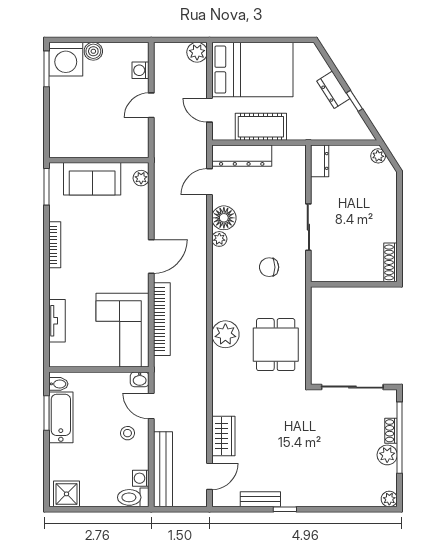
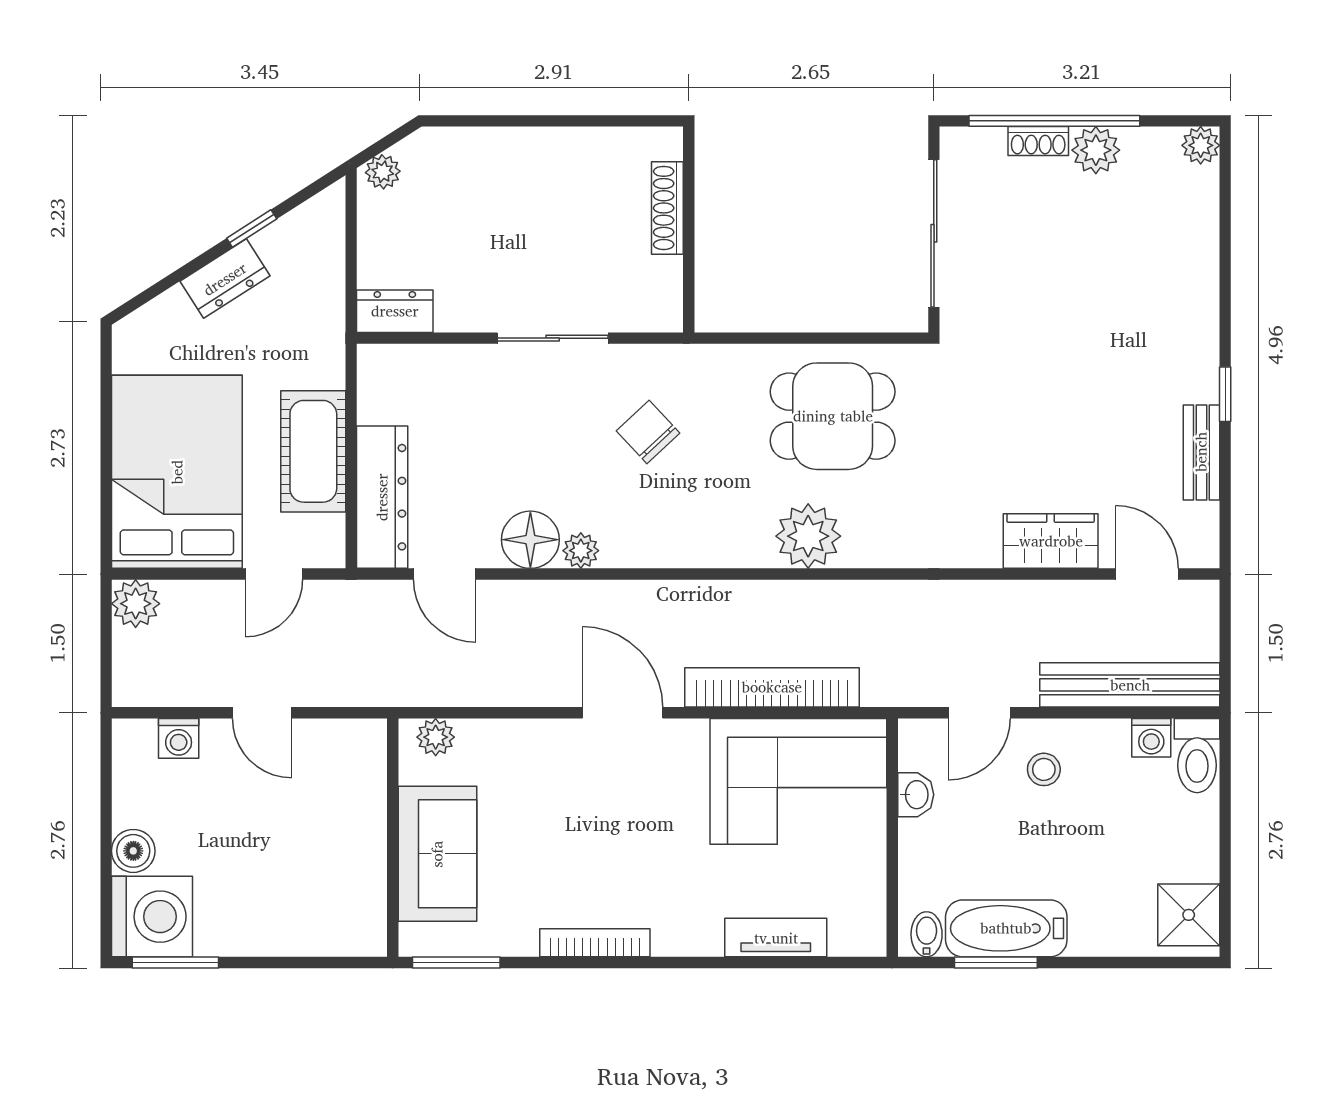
shoe rack: (391, 262) -> (667, 208), moved, turned 90
chair: (269, 267) -> (648, 432), turned 137
washbasin: (140, 379) -> (916, 795), moved

